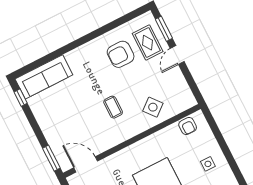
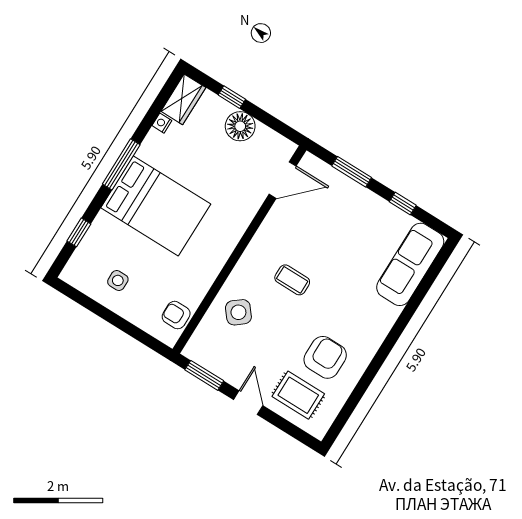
window: (164, 29) -> (204, 375), moved
window: (21, 98) -> (403, 204), moved
window: (51, 158) -> (352, 172), moved

